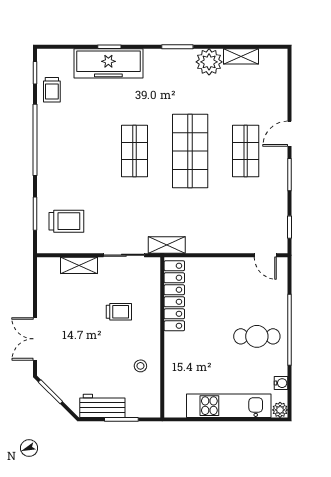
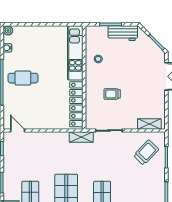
trolley: (66, 221) -> (146, 152), turned 134
shelving: (79, 265) -> (149, 124), moved
kitchen unit: (229, 406) -> (75, 53), moved, turned 90

